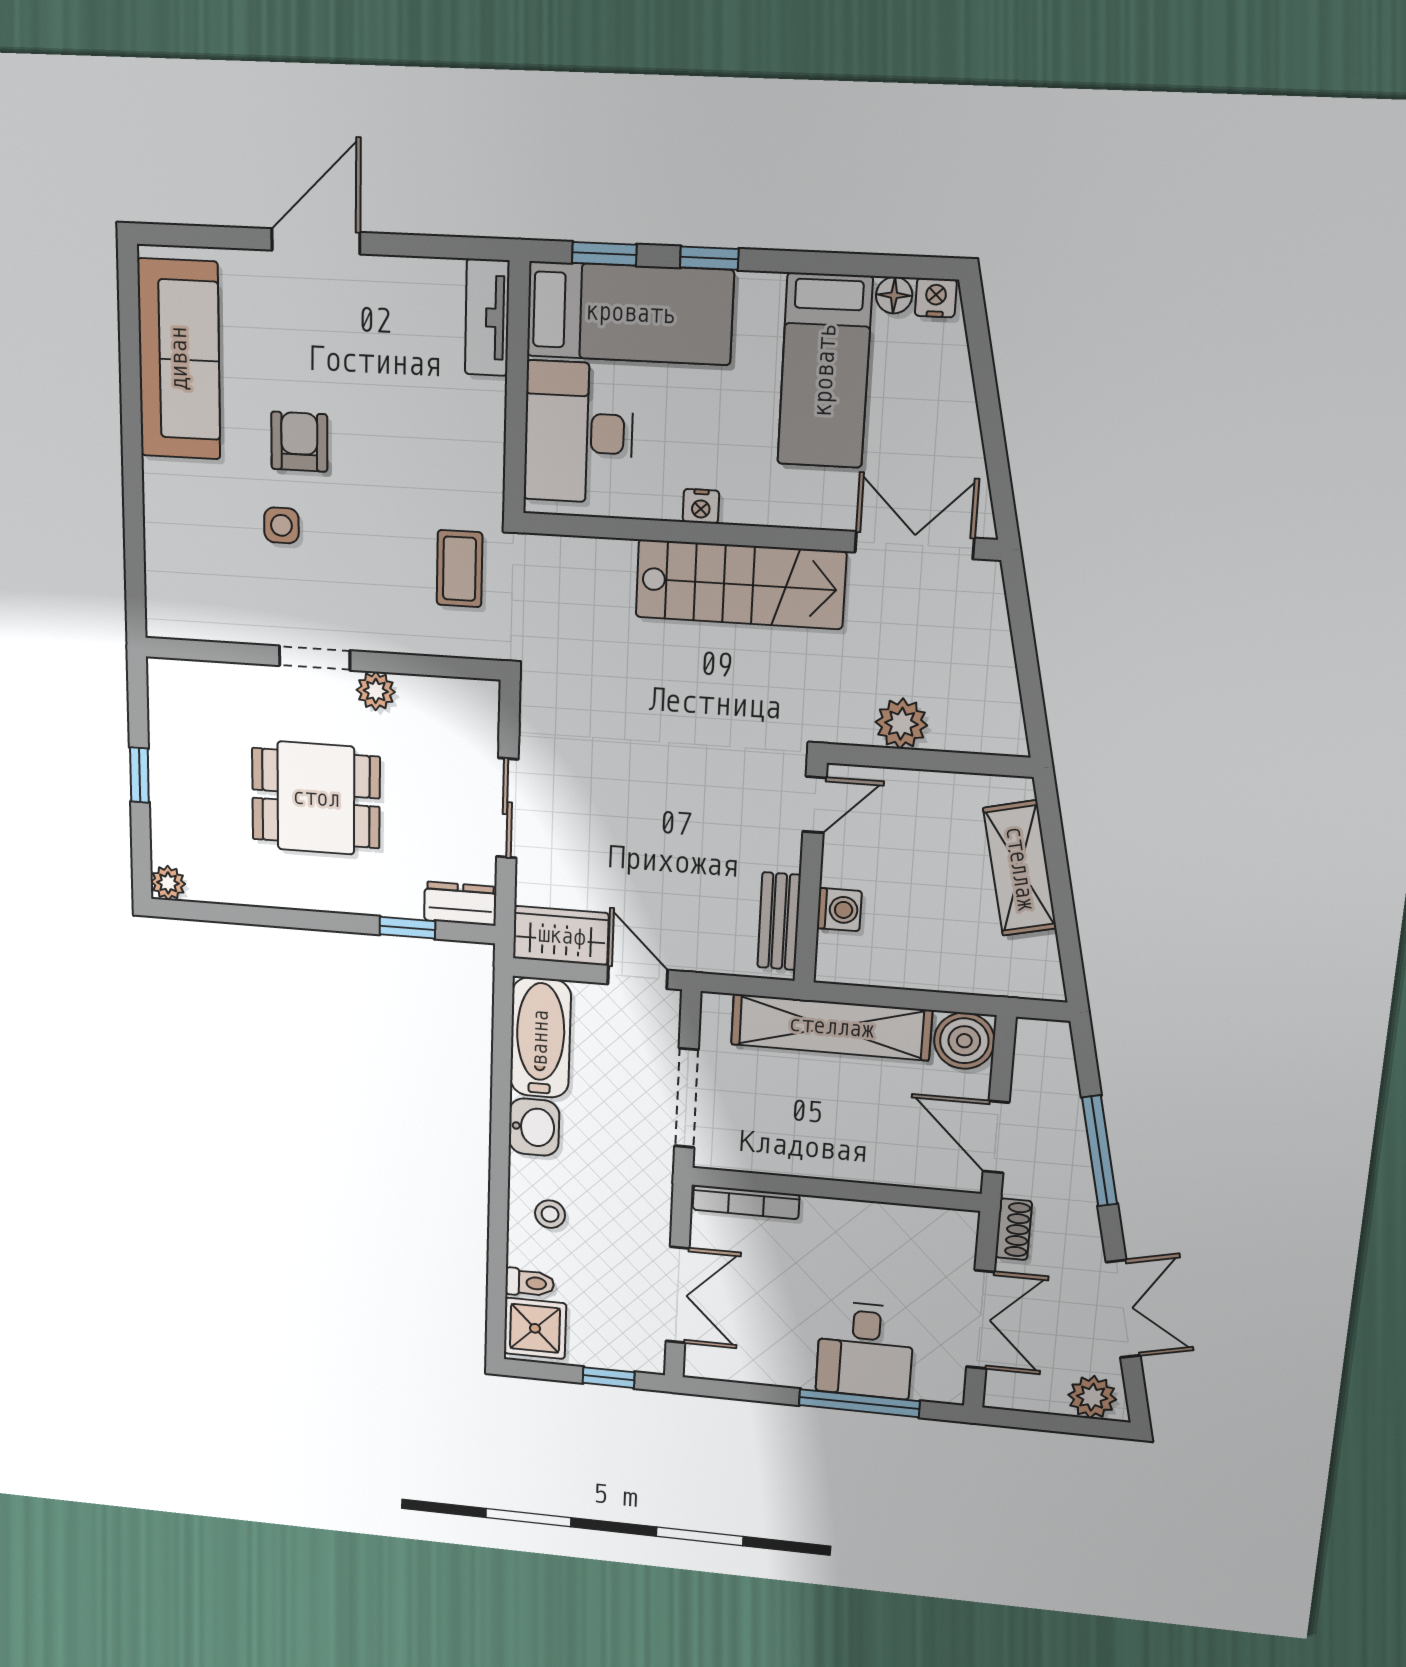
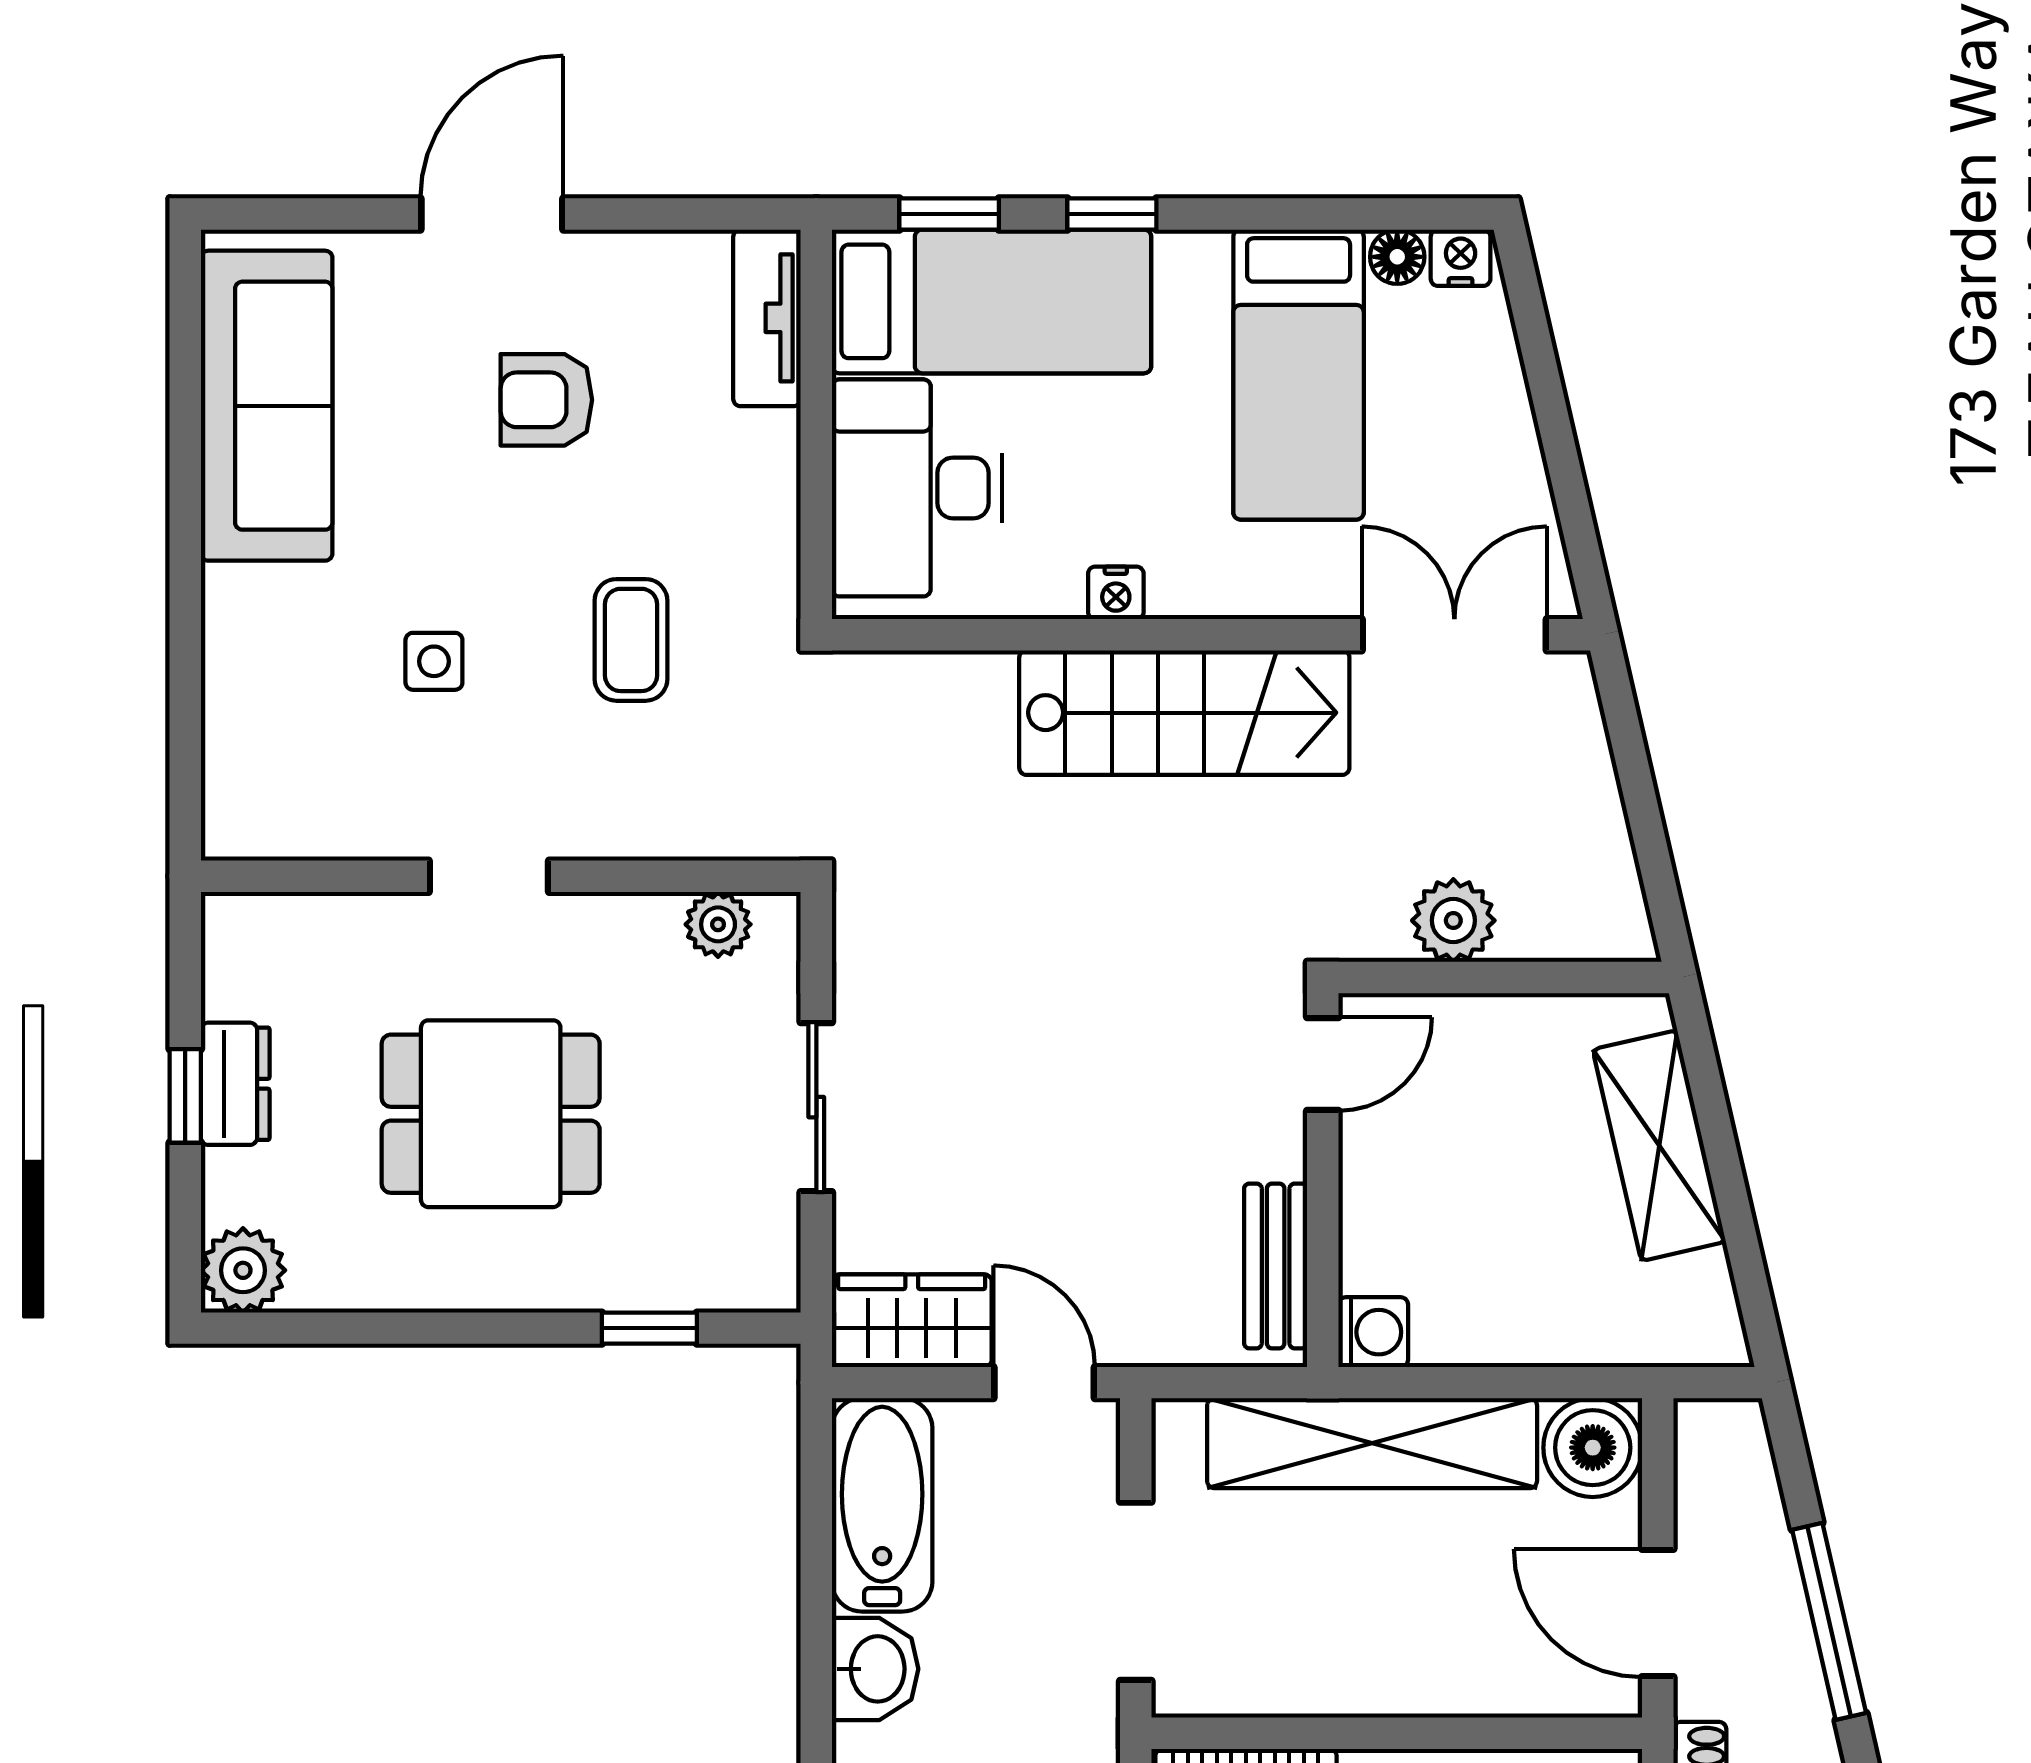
armchair: (299, 442) -> (546, 400), moved, turned -90
coffee table: (460, 569) -> (631, 640), moved
plant: (376, 691) -> (718, 924), moved
plant: (168, 883) -> (243, 1270), width x1.38, depth x1.38
dresser: (460, 903) -> (235, 1084), moved, turned 90
washing machine: (839, 910) -> (1373, 1332), moved

